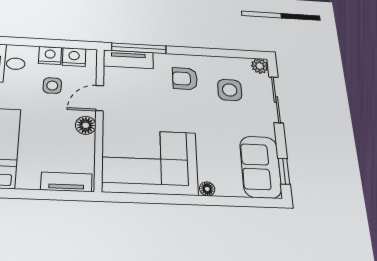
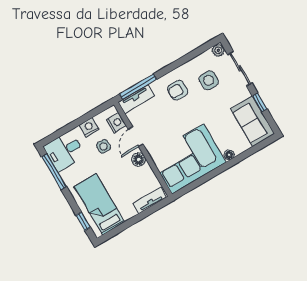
nightstand: (74, 57) -> (116, 123), moved, turned 90
window: (284, 171) -> (260, 102), moved

